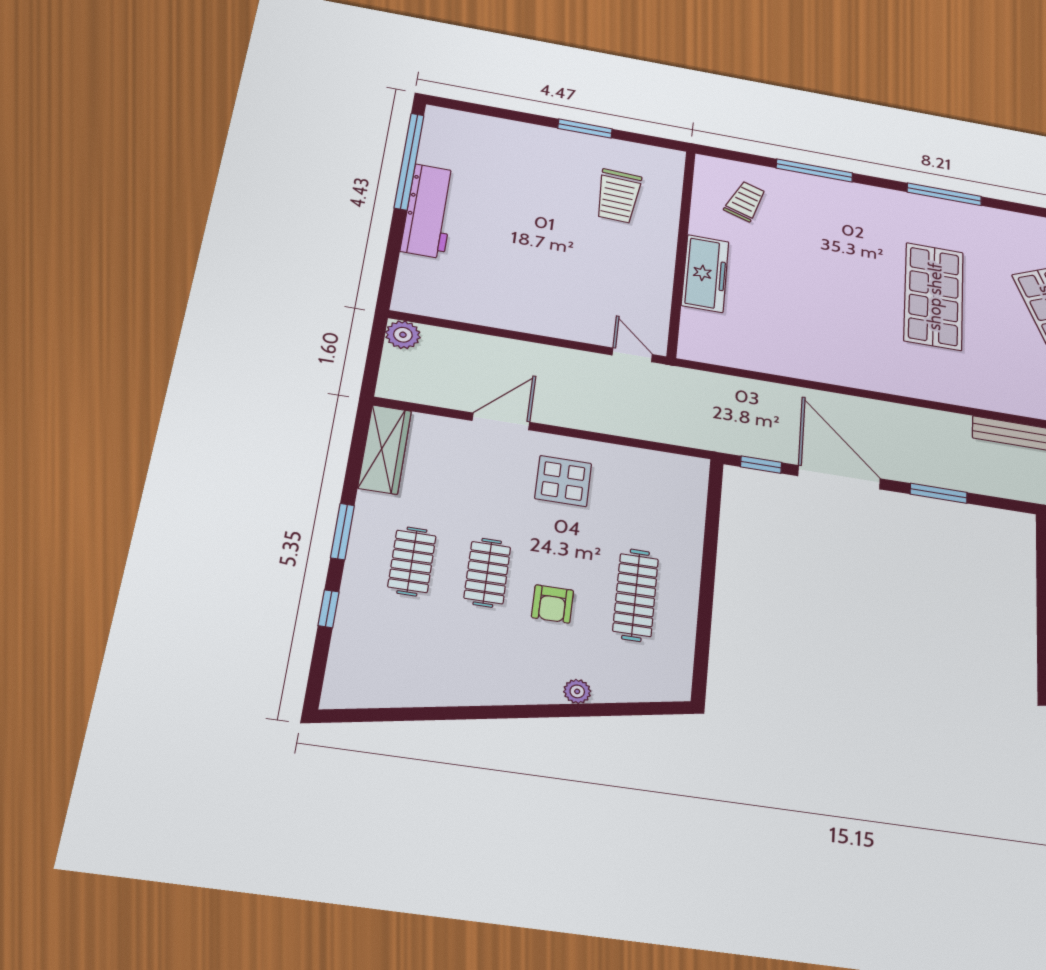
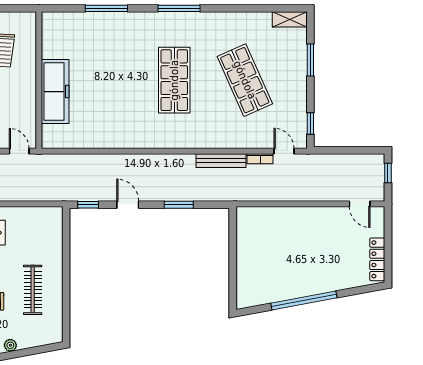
trolley: (745, 201) -> (70, 38), removed
freezer: (705, 273) -> (55, 92), width x1.36, depth x1.26
door: (839, 477) -> (128, 205), width x0.53

